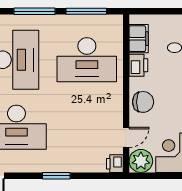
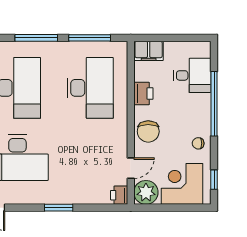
filing cabinet: (139, 39) -> (149, 51), moved, turned 90
desk: (87, 60) -> (90, 88), turned -90
chair: (143, 102) -> (148, 131), turned 90

